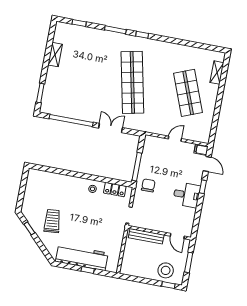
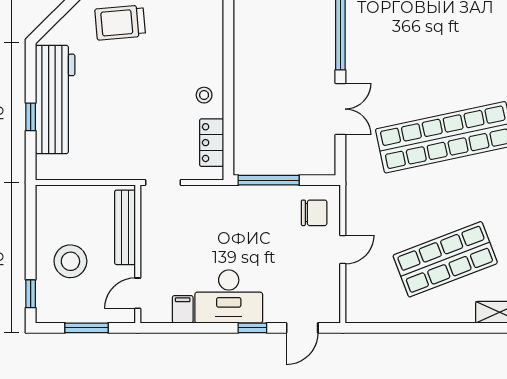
door: (175, 139) -> (343, 250), hinge flipped
filing cabinet: (201, 150) -> (183, 309), moved
chair: (148, 185) -> (314, 213), moved
desk: (187, 195) -> (229, 296), width x1.37
trolley: (52, 221) -> (120, 23), turned 180
stool: (166, 270) -> (70, 261), moved

